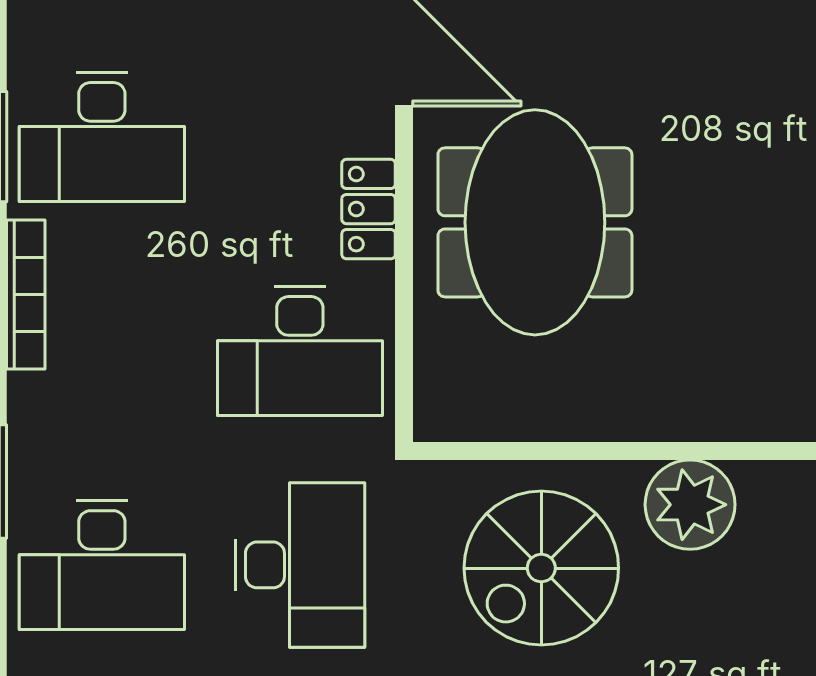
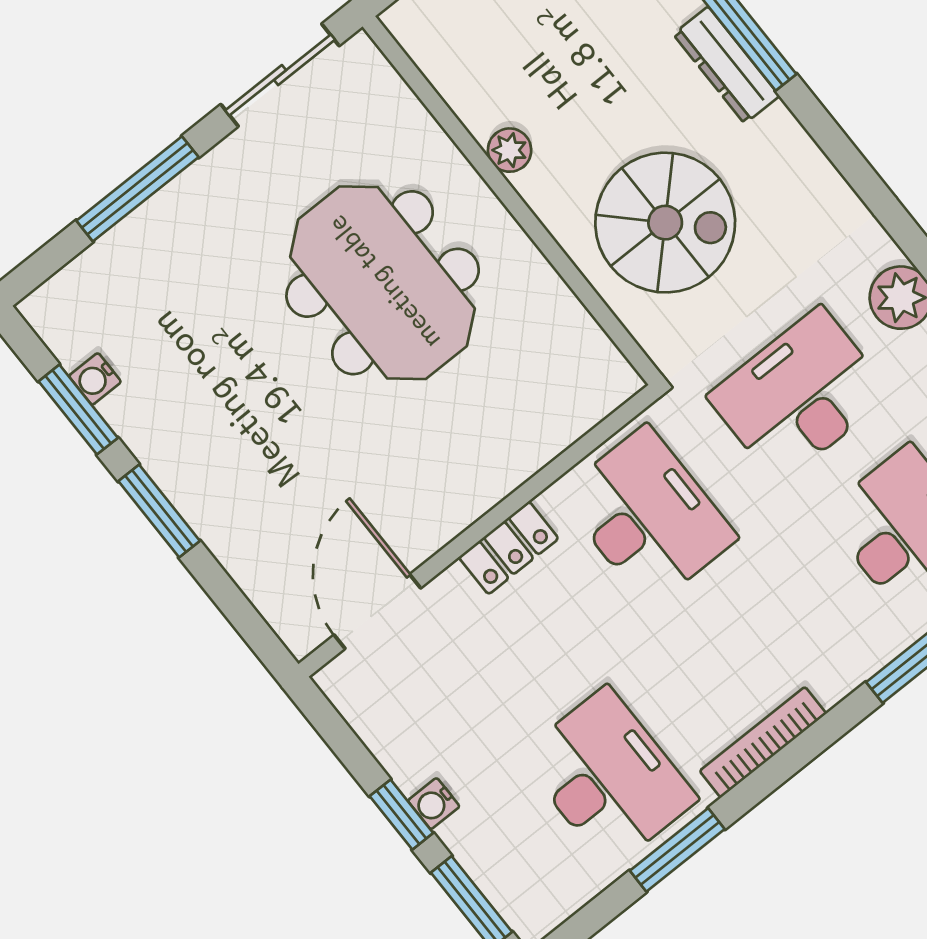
meeting table: (535, 222) -> (383, 283), moved, turned 90
plant: (690, 505) -> (510, 150), width x0.53, depth x0.53

